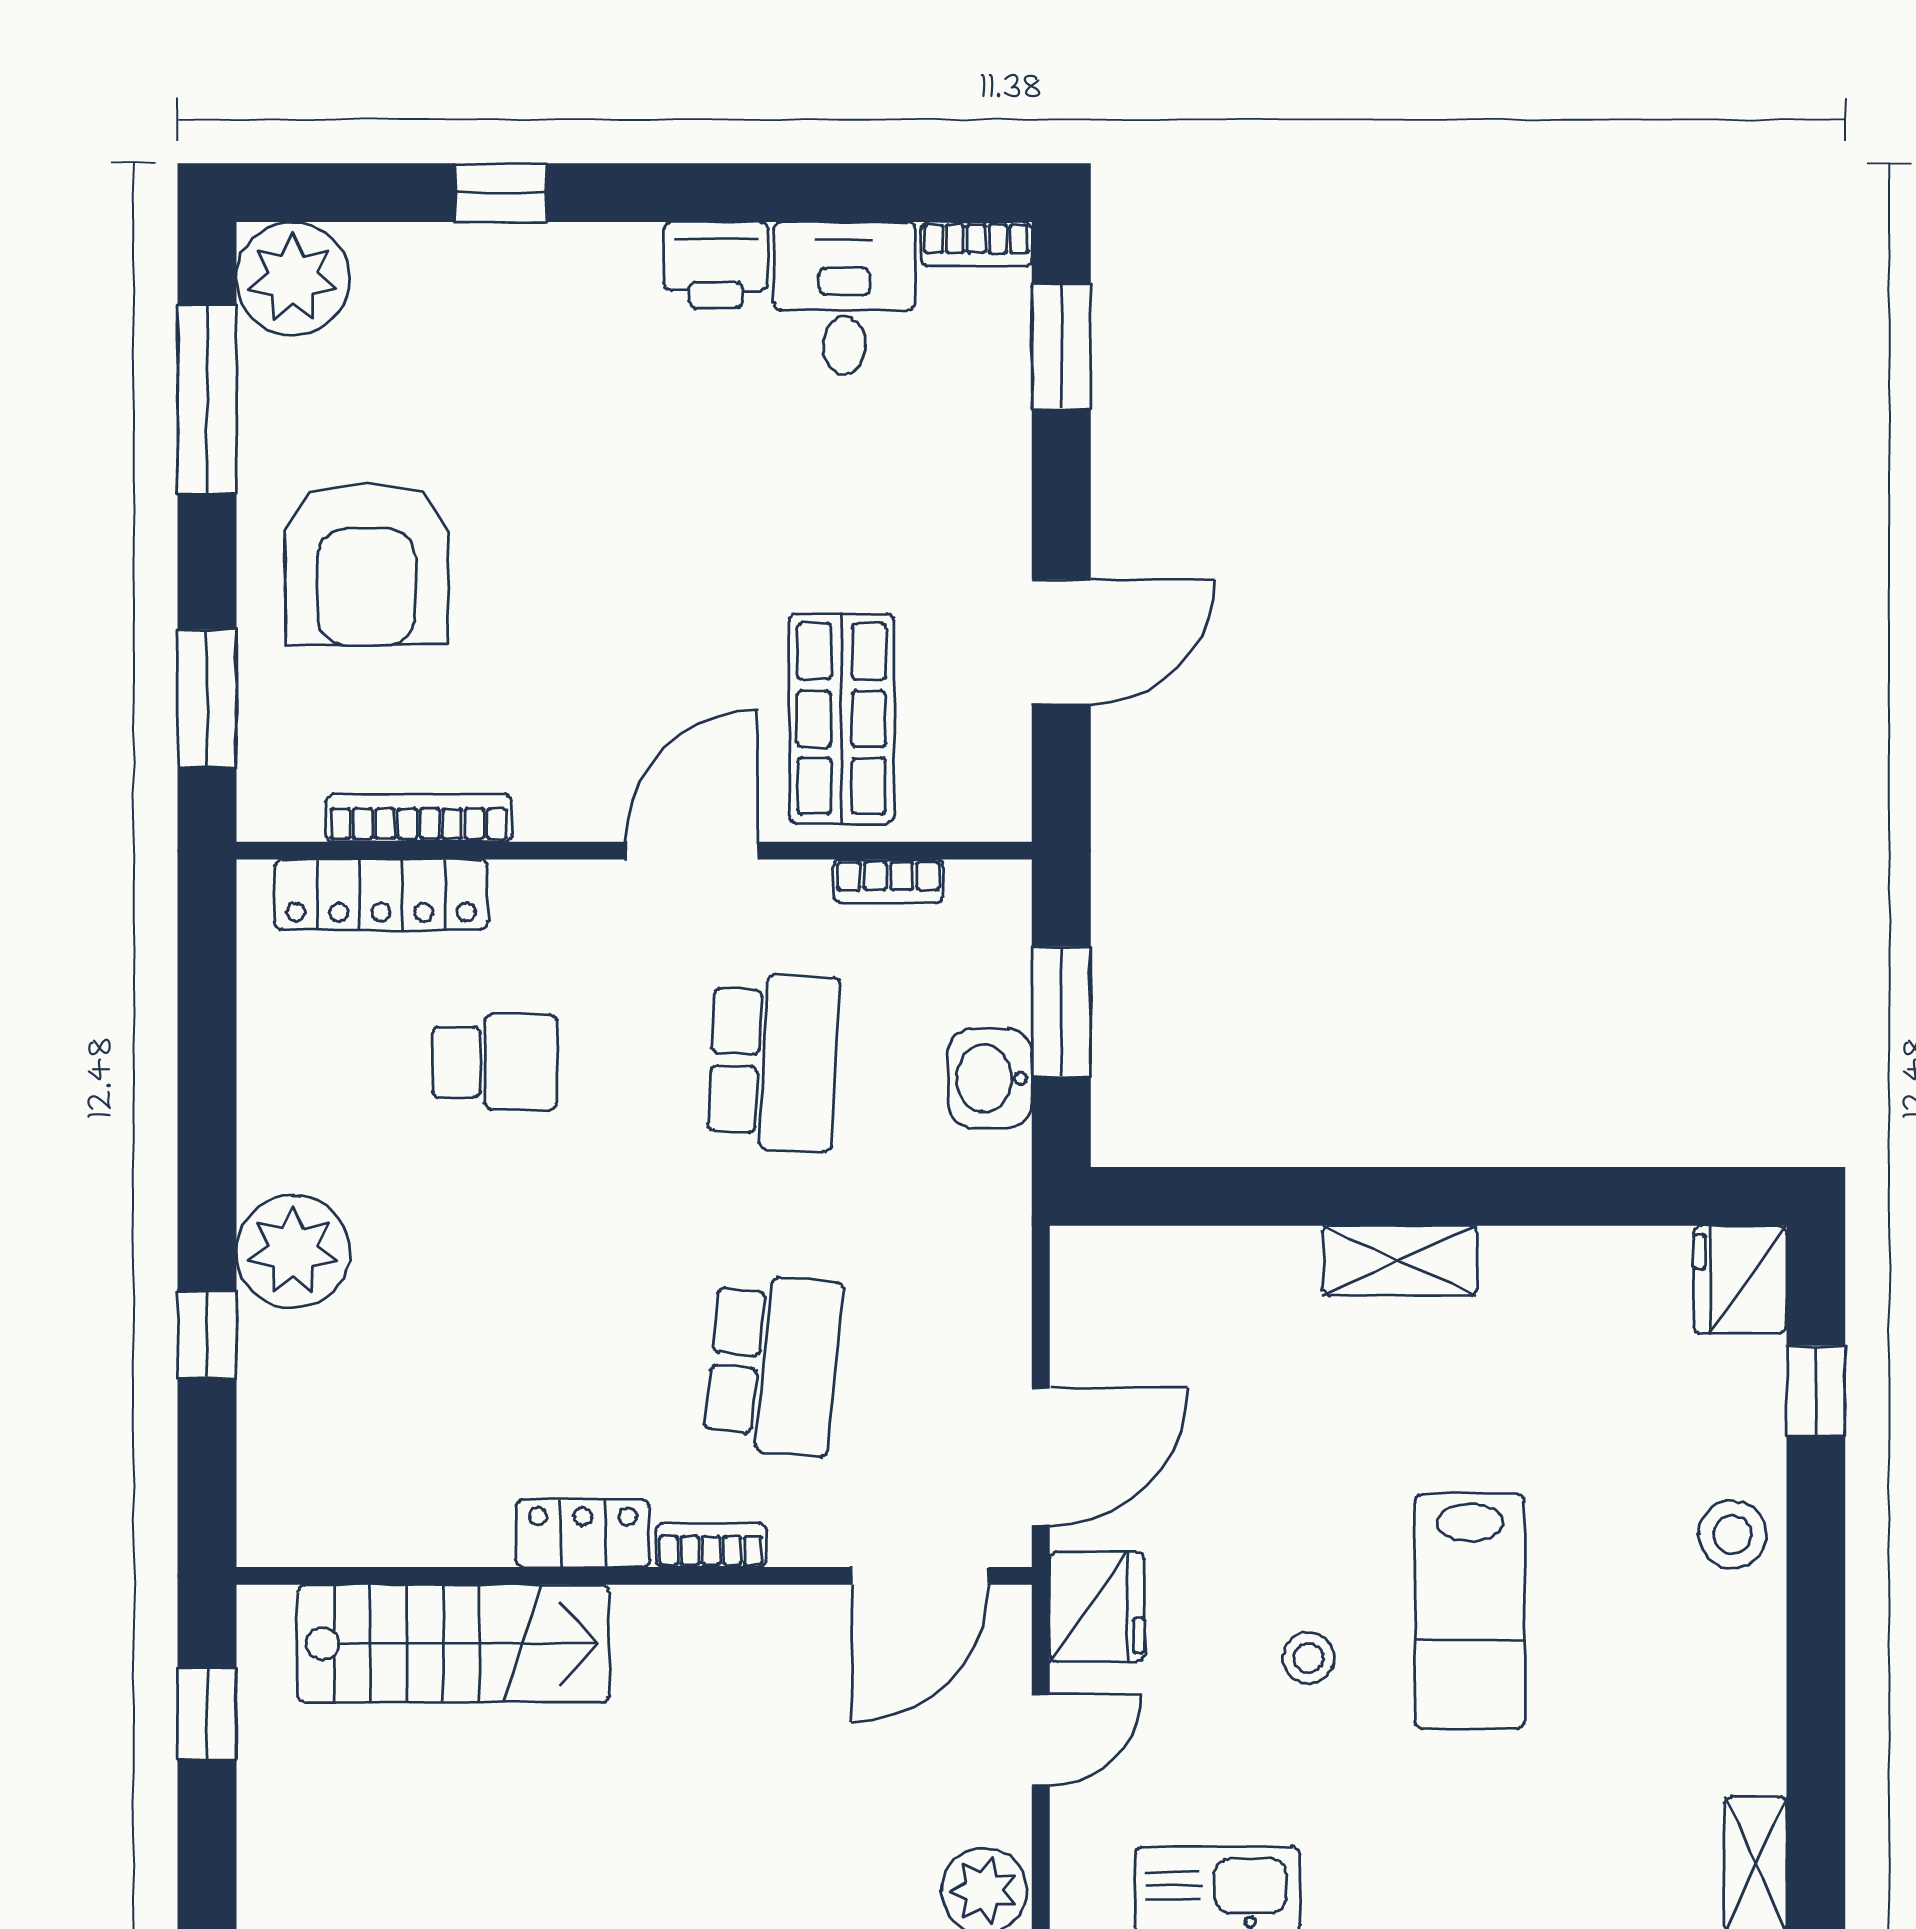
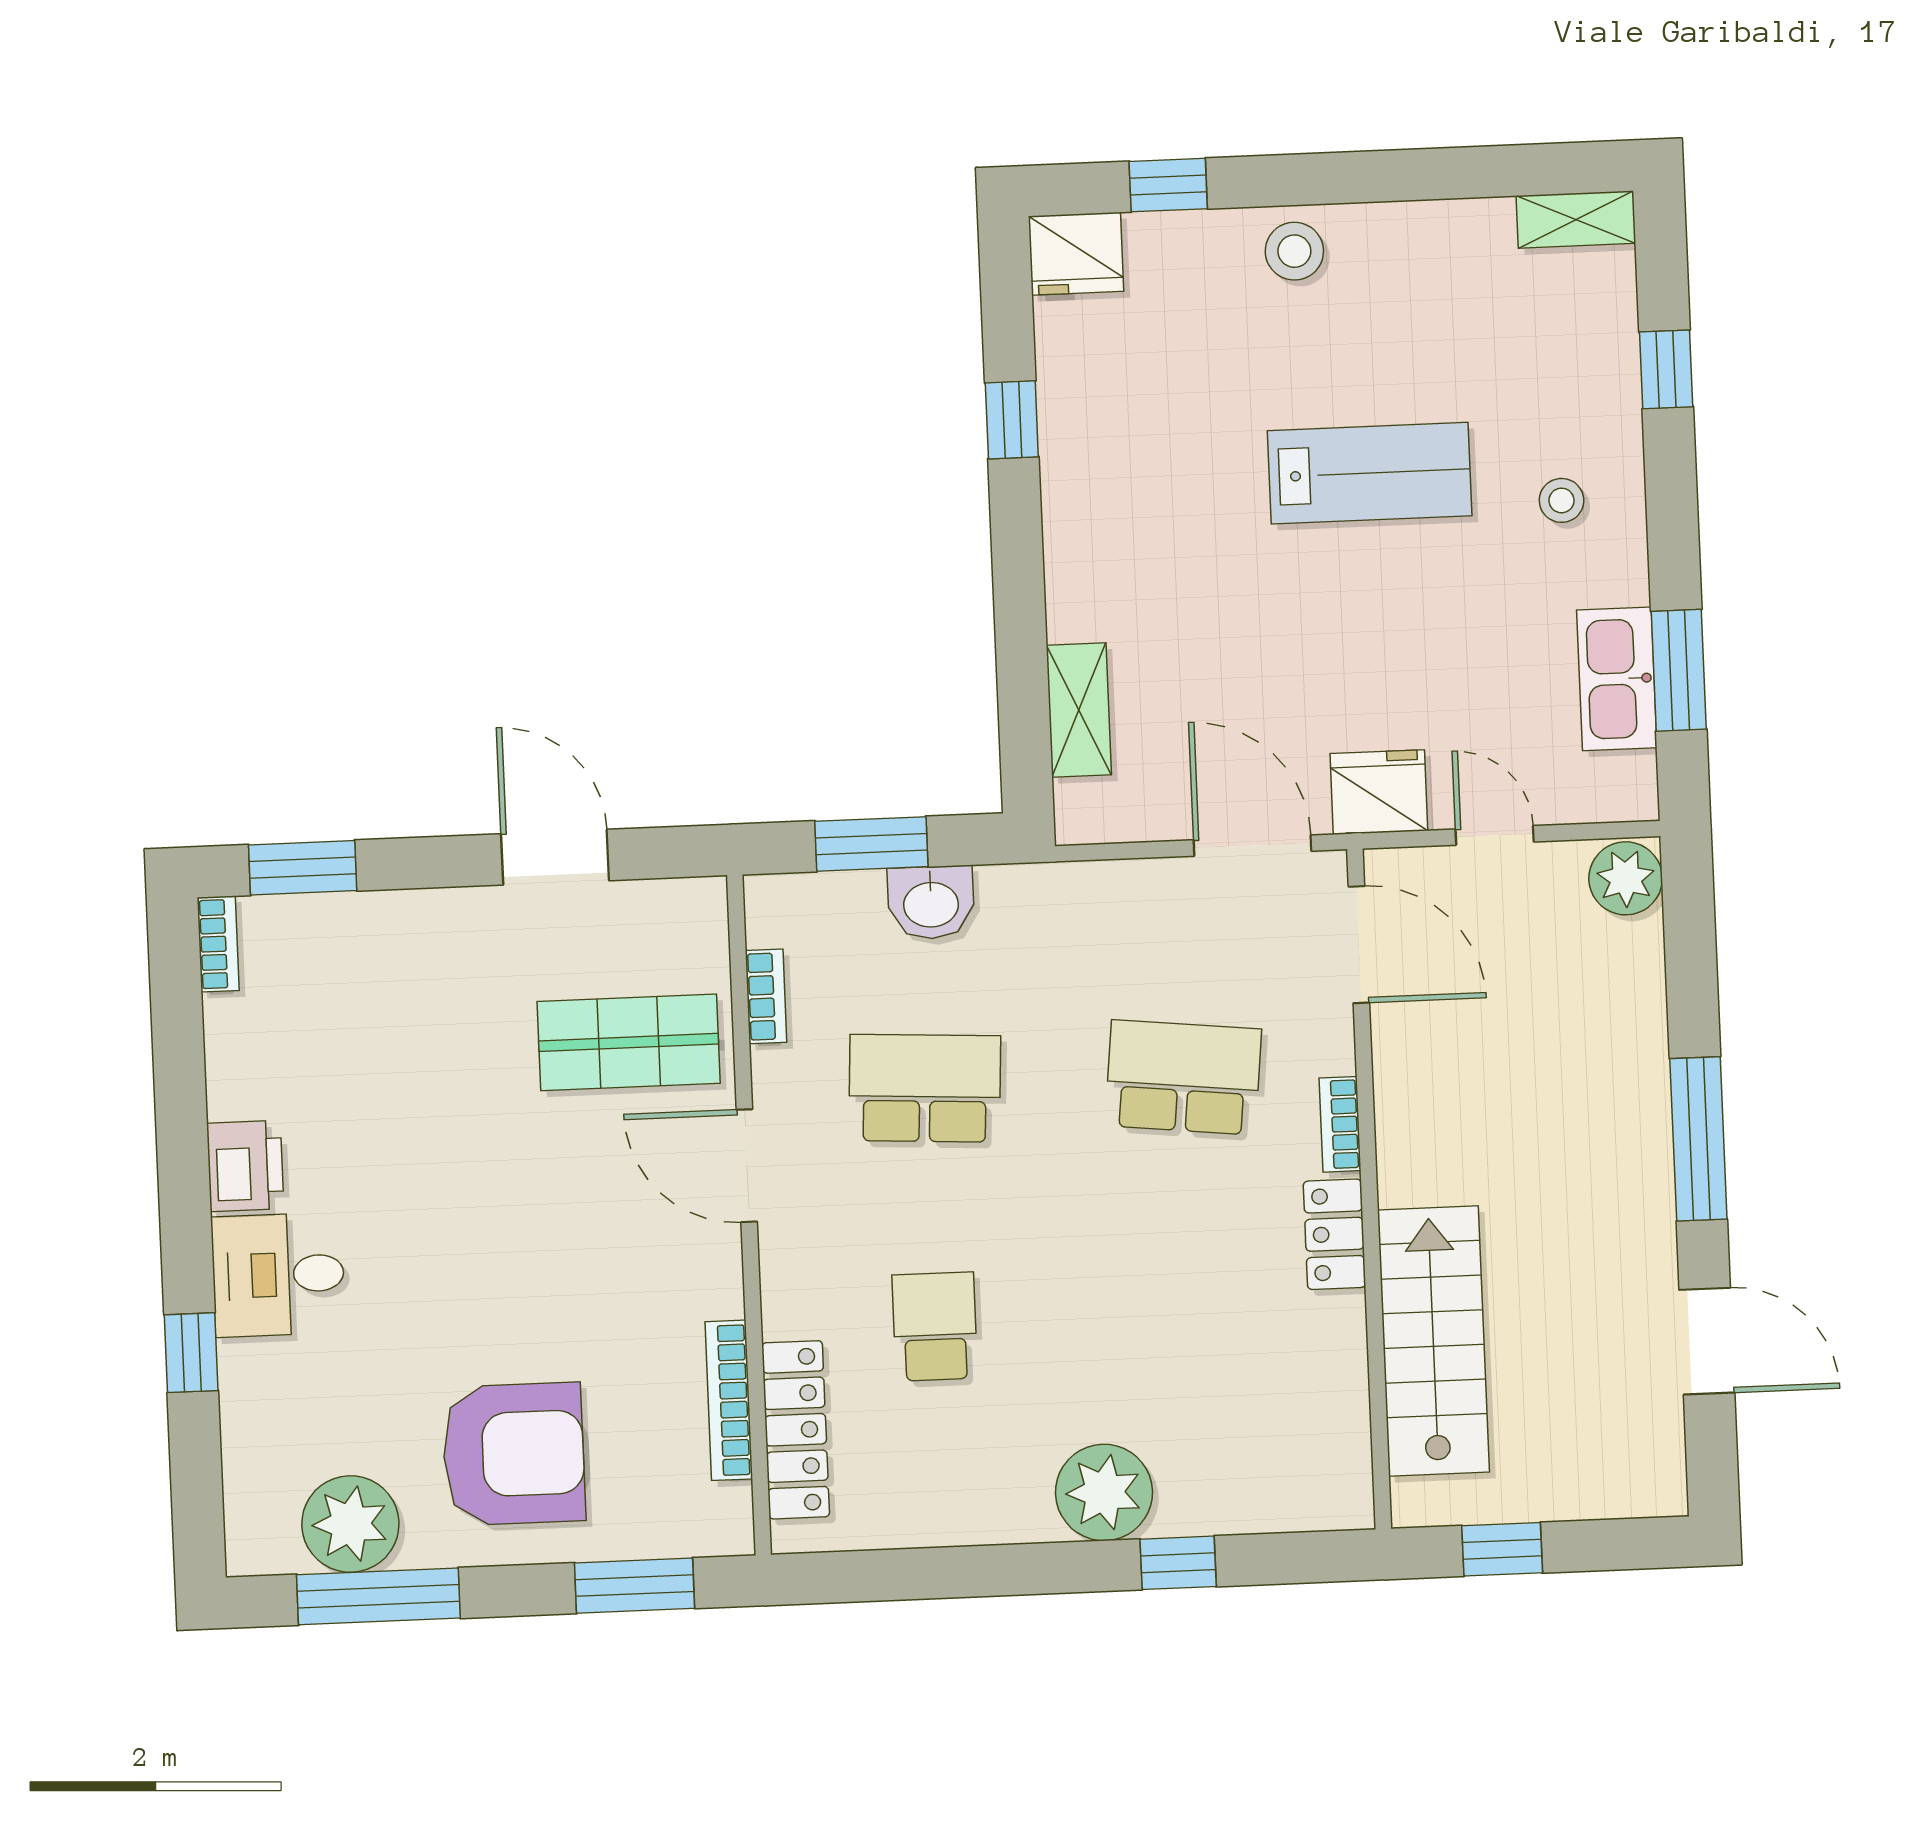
plant: (293, 279) -> (350, 1524), moved
desk: (844, 298) -> (278, 1275), moved
window: (1549, 1196) -> (1012, 420), added
shelving: (1400, 1260) -> (1079, 710), moved
stool: (1308, 1658) -> (1562, 500), moved

